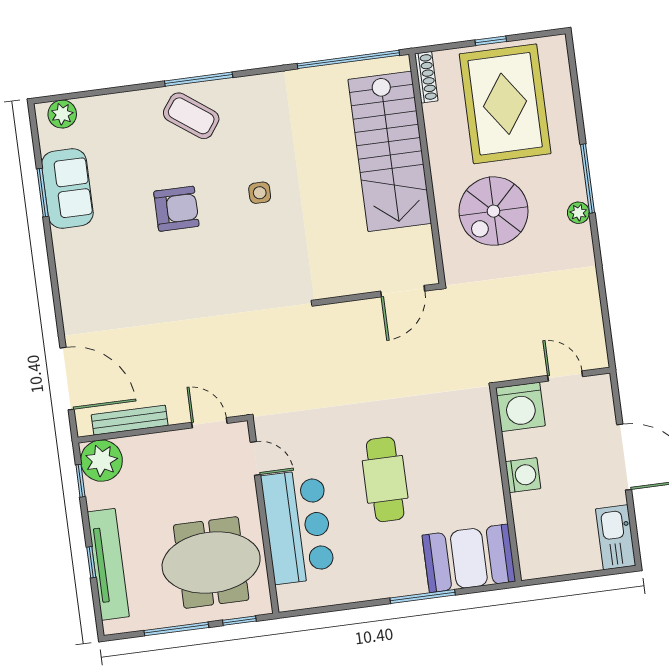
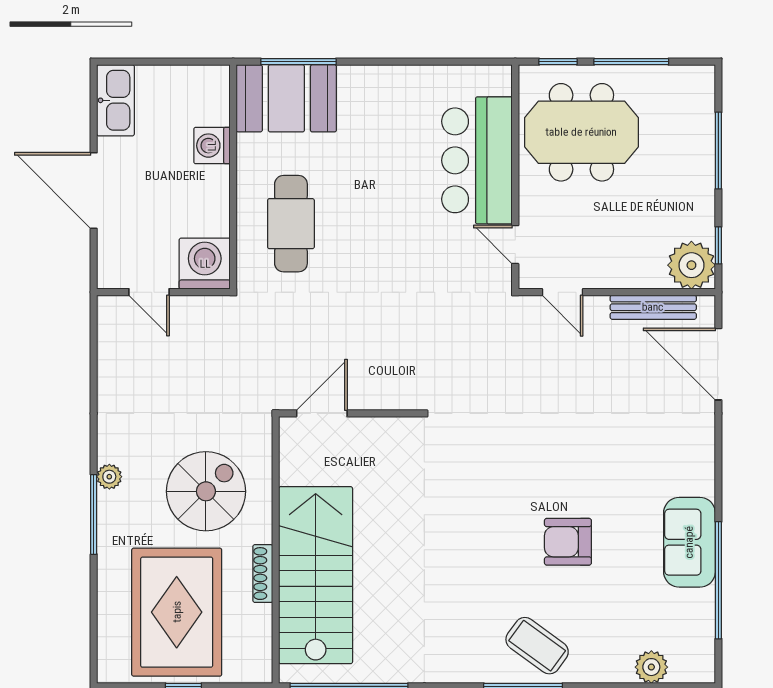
shoe rack: (426, 77) -> (263, 574), moved
plant: (62, 114) -> (651, 667), moved
sofa: (67, 188) -> (689, 542), moved
window: (43, 193) -> (718, 580), width x2.11
side table: (260, 193) -> (470, 547), removed
washing machine: (523, 475) -> (212, 146), moved
cafe table: (385, 479) -> (291, 224), moved
window: (91, 562) -> (718, 151), width x2.17
tv unit: (108, 564) -> (699, 146), removed
window: (423, 596) -> (298, 62), moved

